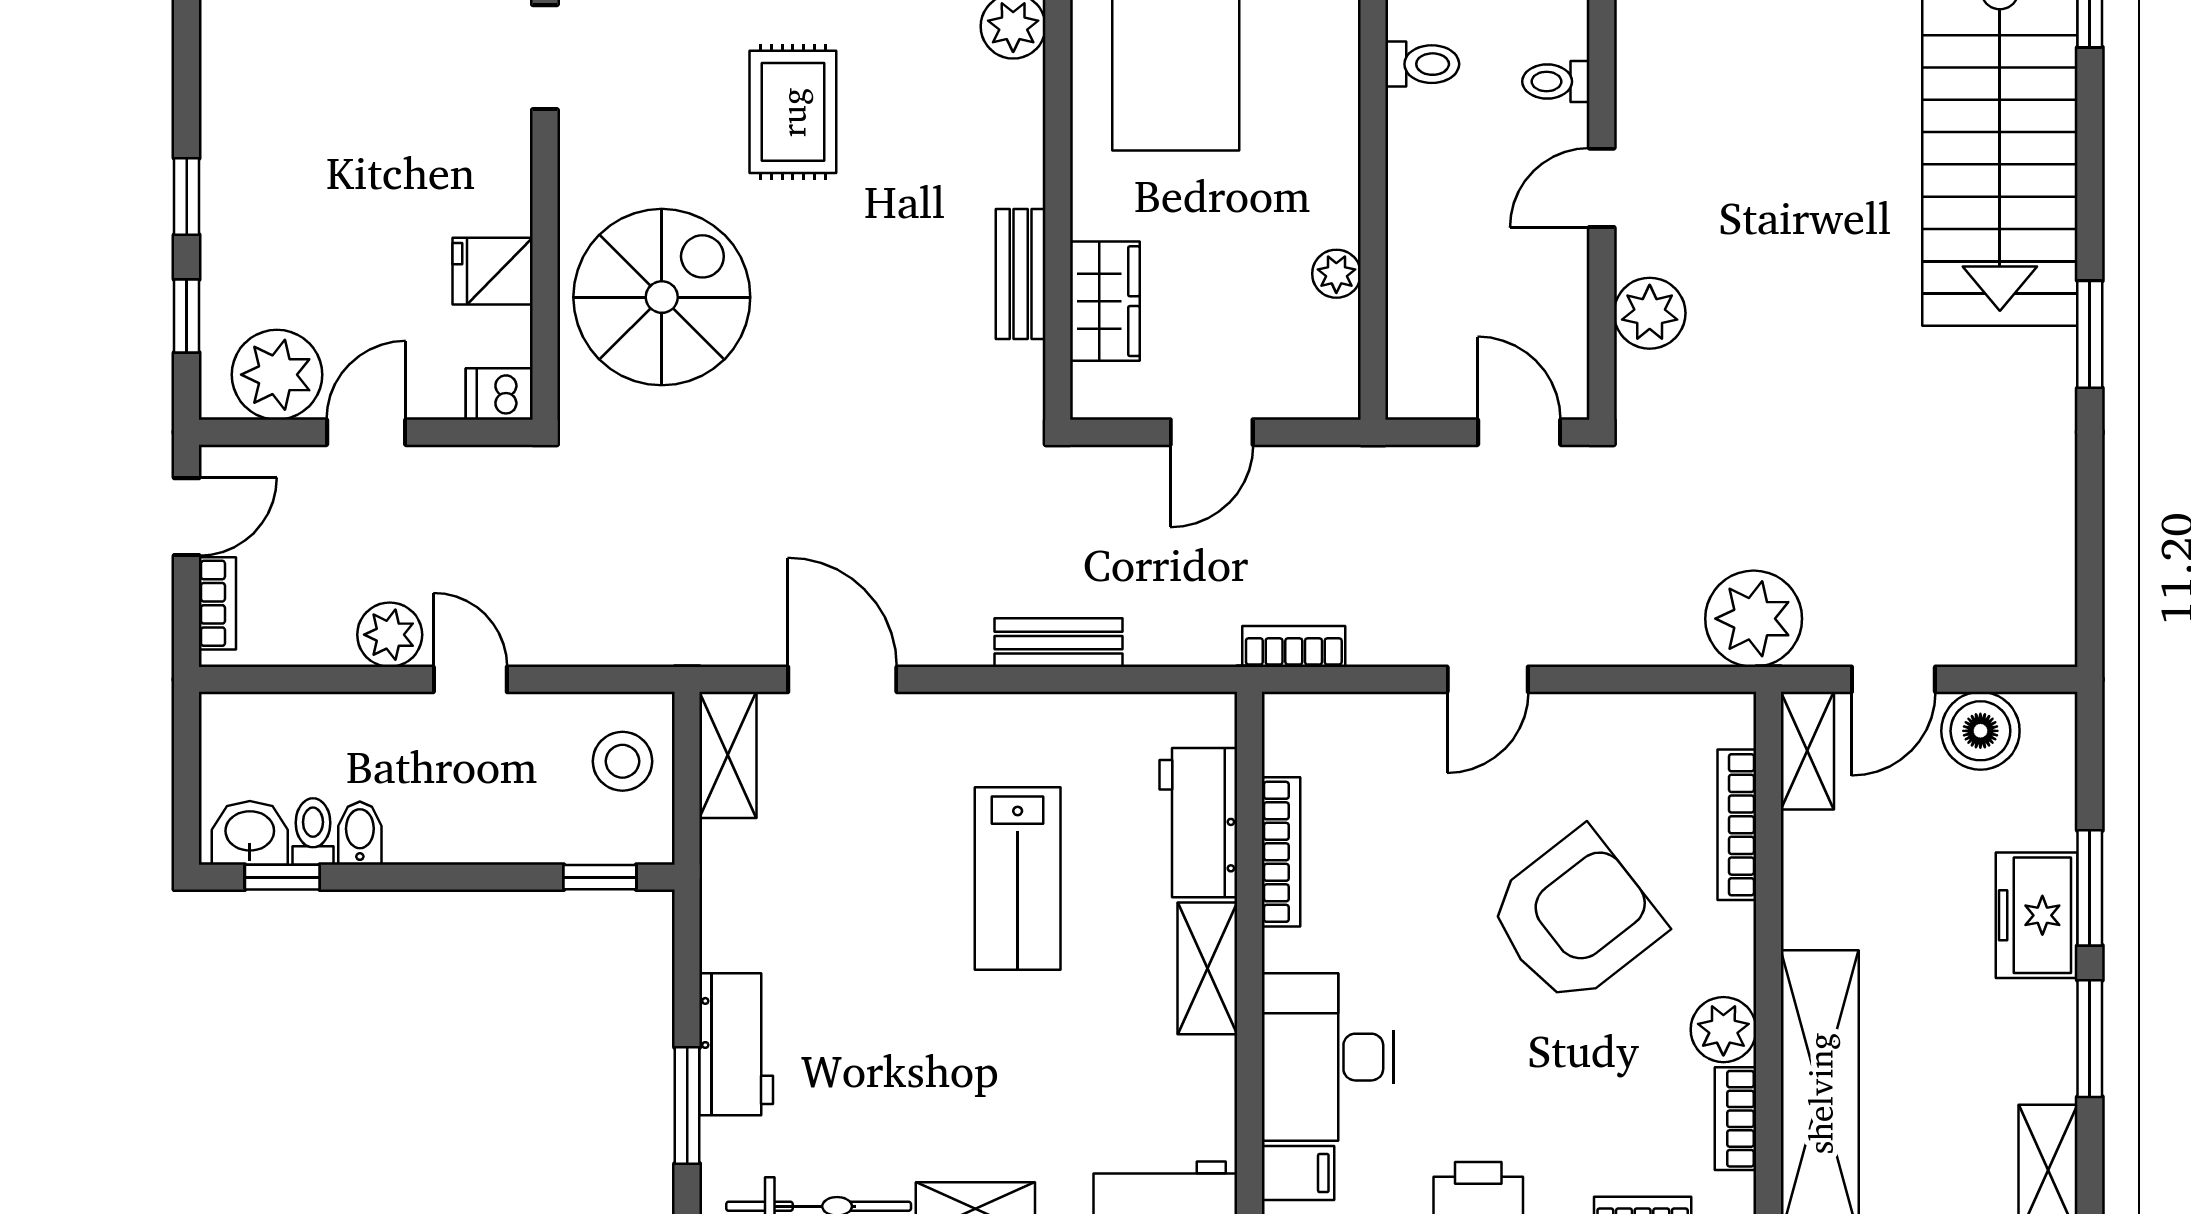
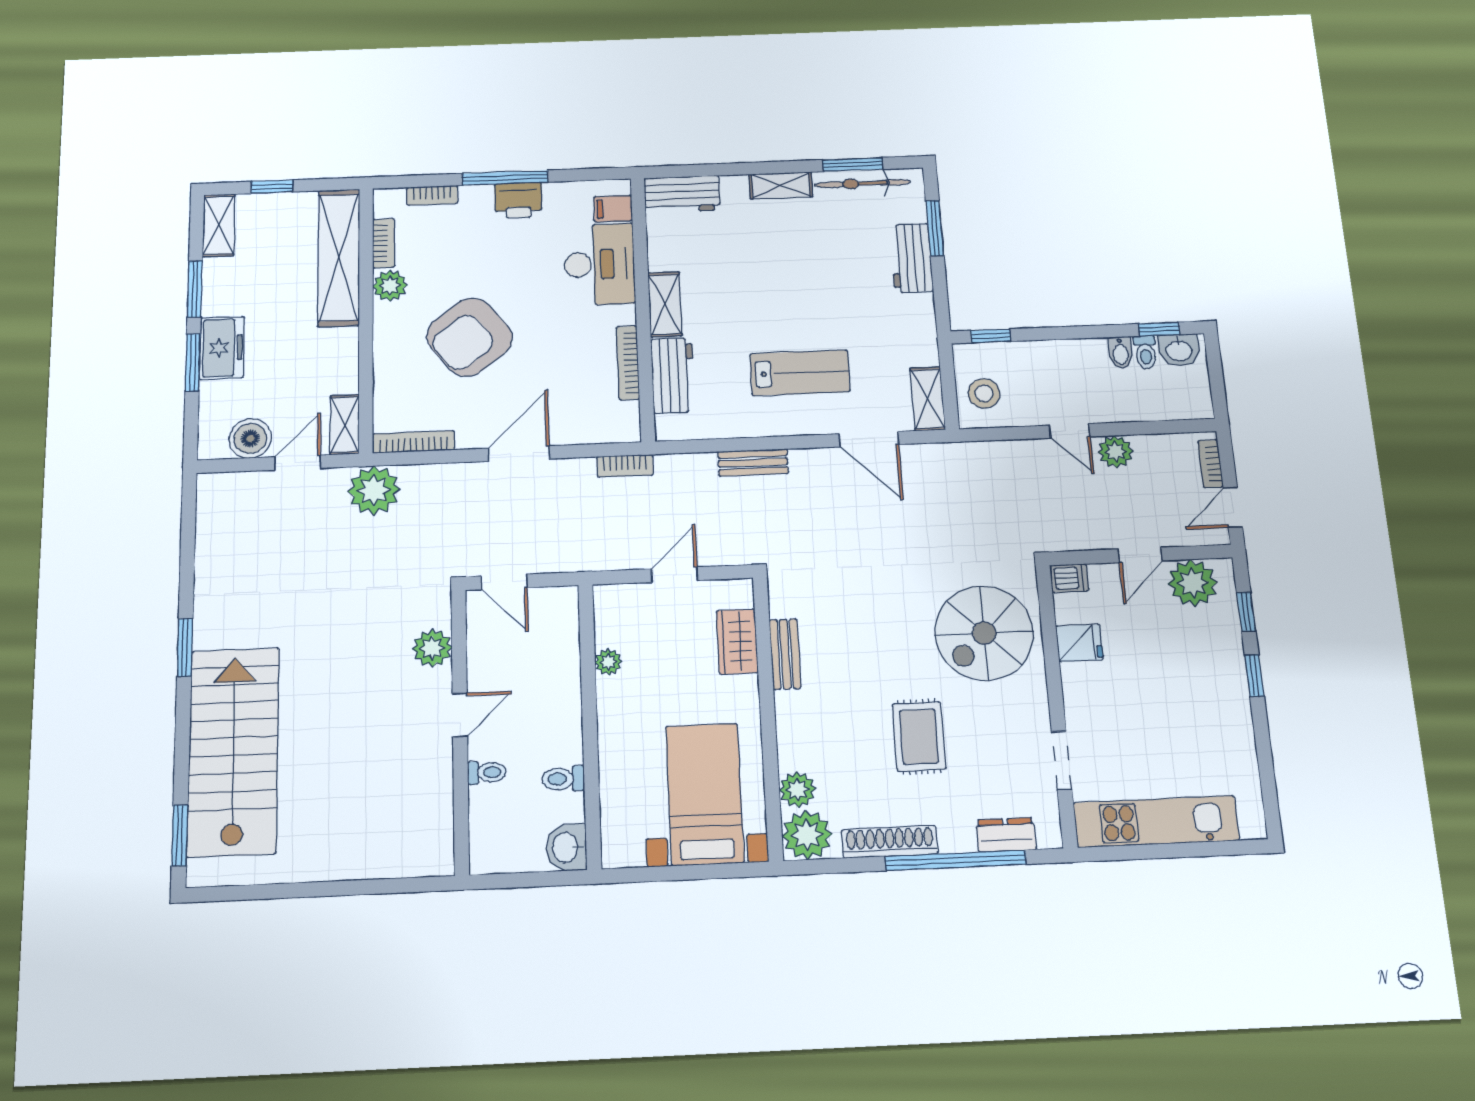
door: (1488, 679) -> (519, 454), width x1.38
bookcase: (1737, 825) -> (414, 442), moved, turned -90
lab bench: (1018, 879) -> (800, 373), moved, turned 90

